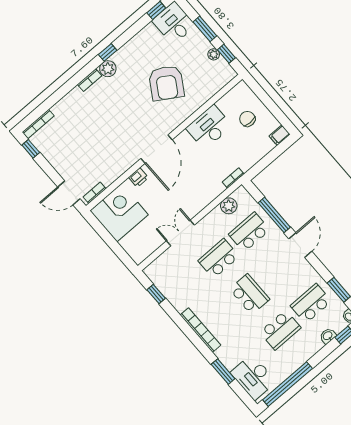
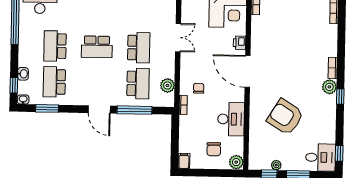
plant: (241, 90) -> (236, 162), added
chair: (247, 119) -> (214, 149), turned 89
chair: (208, 178) -> (199, 88), added
school desk: (311, 304) -> (54, 82), turned 180

